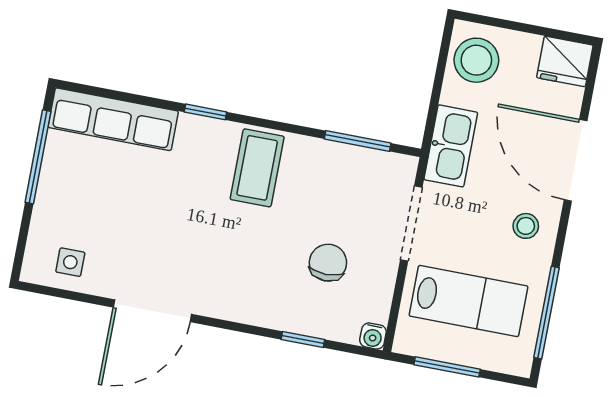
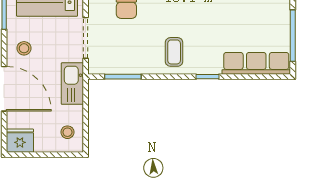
stool: (476, 60) -> (67, 132), width x0.53, depth x0.53
coffee table: (257, 168) -> (174, 52), width x0.73, depth x0.77

